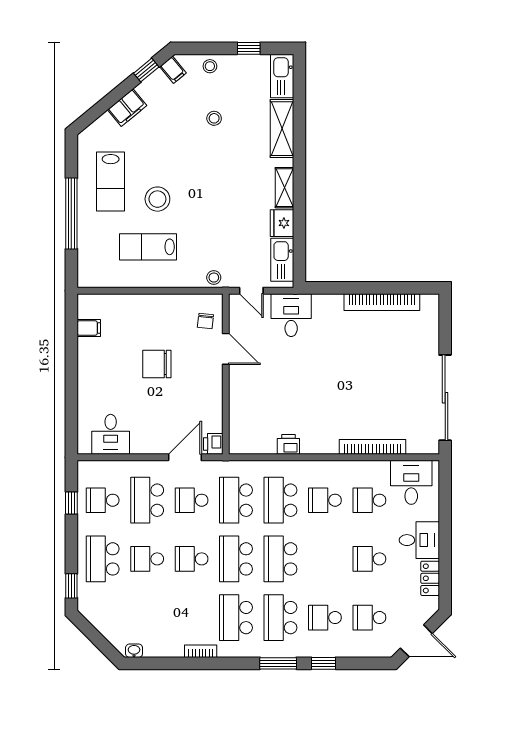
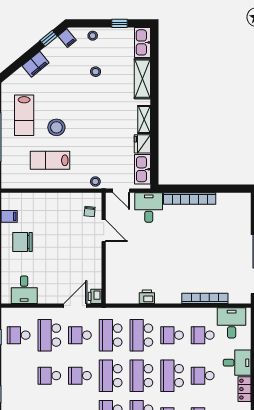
bookcase: (382, 302) -> (190, 198), moved
chair: (157, 364) -> (22, 242), moved
school desk: (103, 559) -> (172, 376), moved

